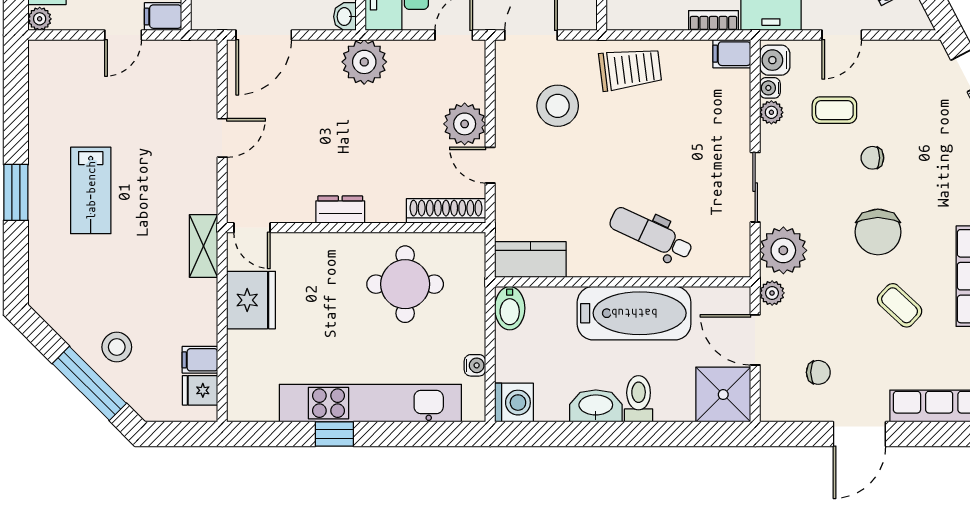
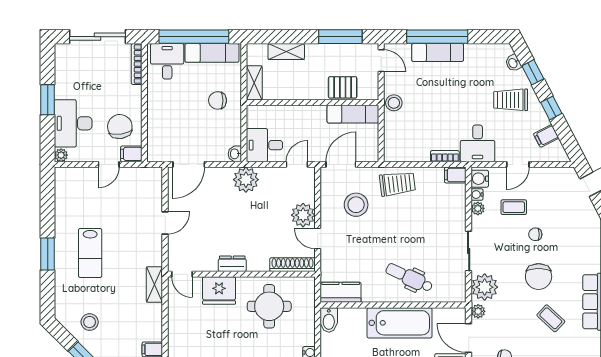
fridge: (251, 300) -> (219, 291), moved, turned 90
stool: (117, 347) -> (90, 322), moved

